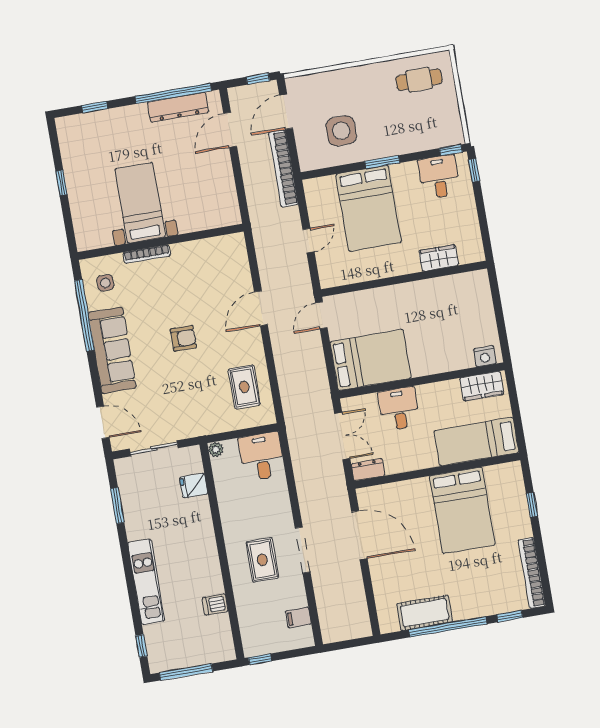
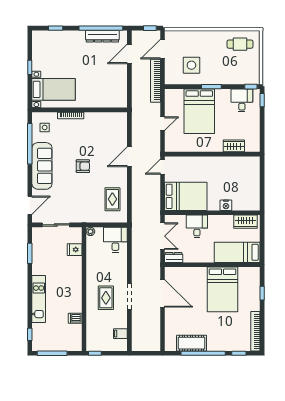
bed with nightstands: (140, 203) -> (54, 89), moved, turned 90
nightstand: (485, 356) -> (226, 205), moved
door: (103, 422) -> (30, 205), hinge flipped

